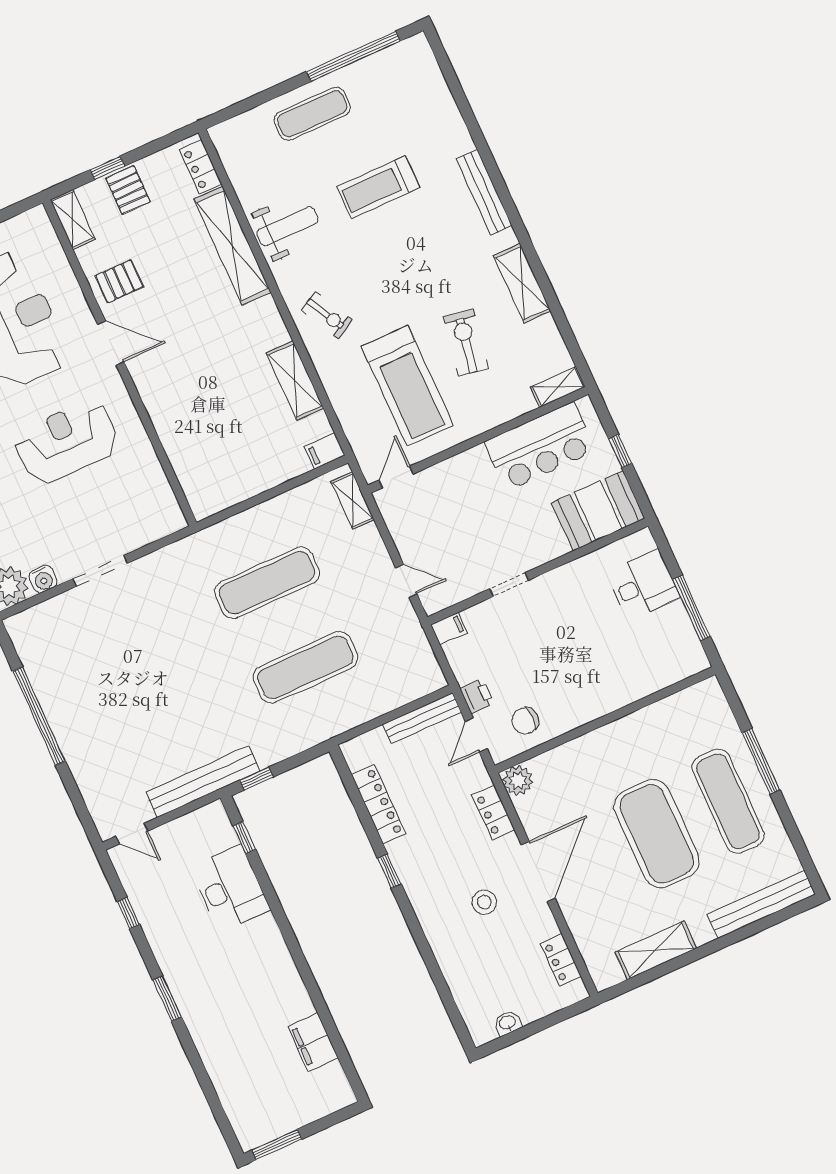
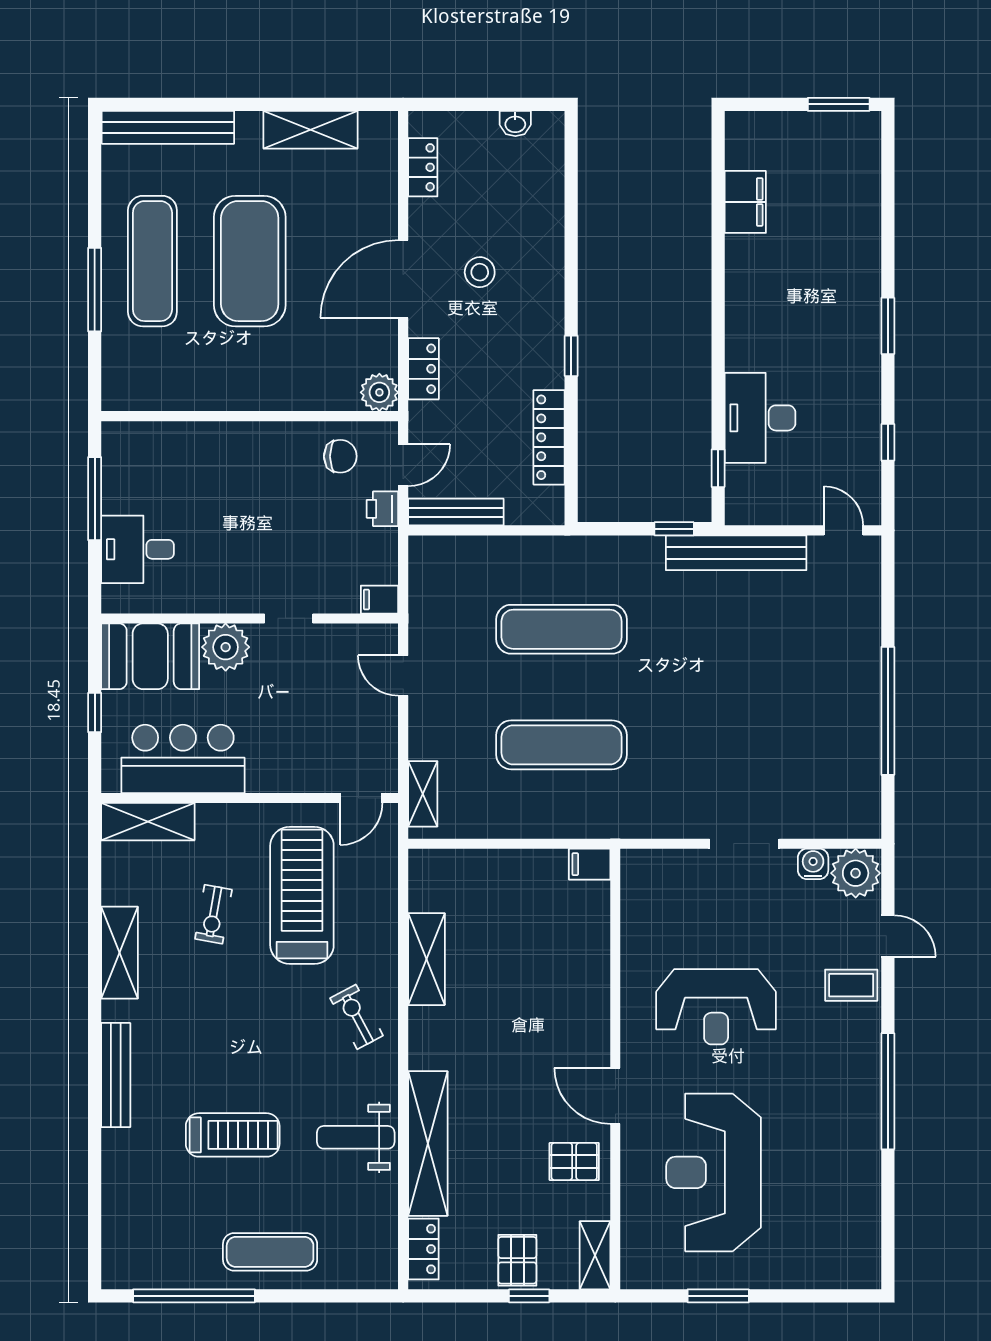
exercise bike: (466, 343) -> (214, 914), width x0.73, depth x0.72
shelving: (558, 387) -> (148, 822), width x1.50, depth x1.33
filing cabinet: (325, 451) -> (590, 864), moved, turned 180
plant: (546, 543) -> (226, 647), added

